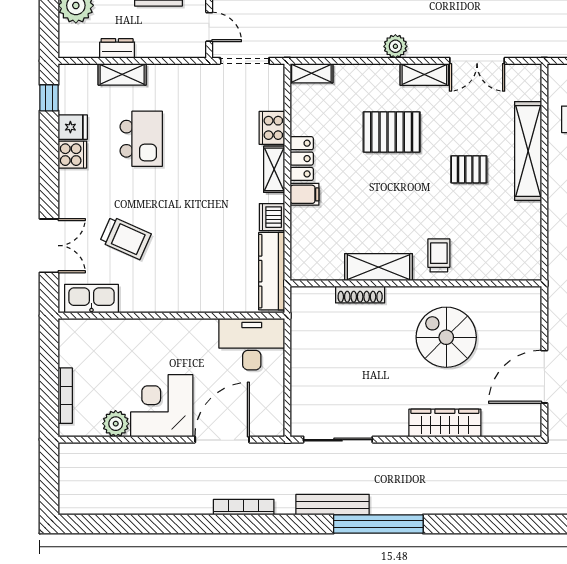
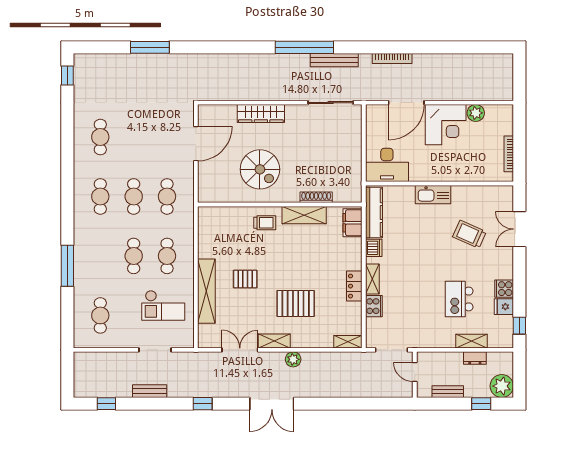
filing cabinet: (305, 194) -> (352, 223), moved, width x2.00
trolley: (439, 255) -> (265, 223), turned -90
kitchen sink: (92, 299) -> (433, 195), moved
bookcase: (65, 396) -> (509, 154), moved

